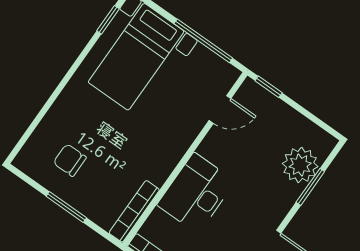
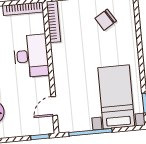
chair: (70, 160) -> (106, 20), turned 148

